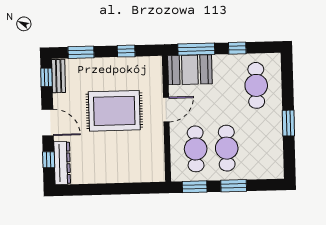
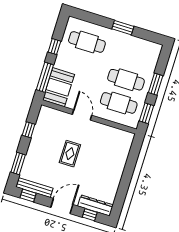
bench: (59, 76) -> (35, 188), width x1.36
rug: (114, 111) -> (70, 154), width x0.54, depth x0.49

